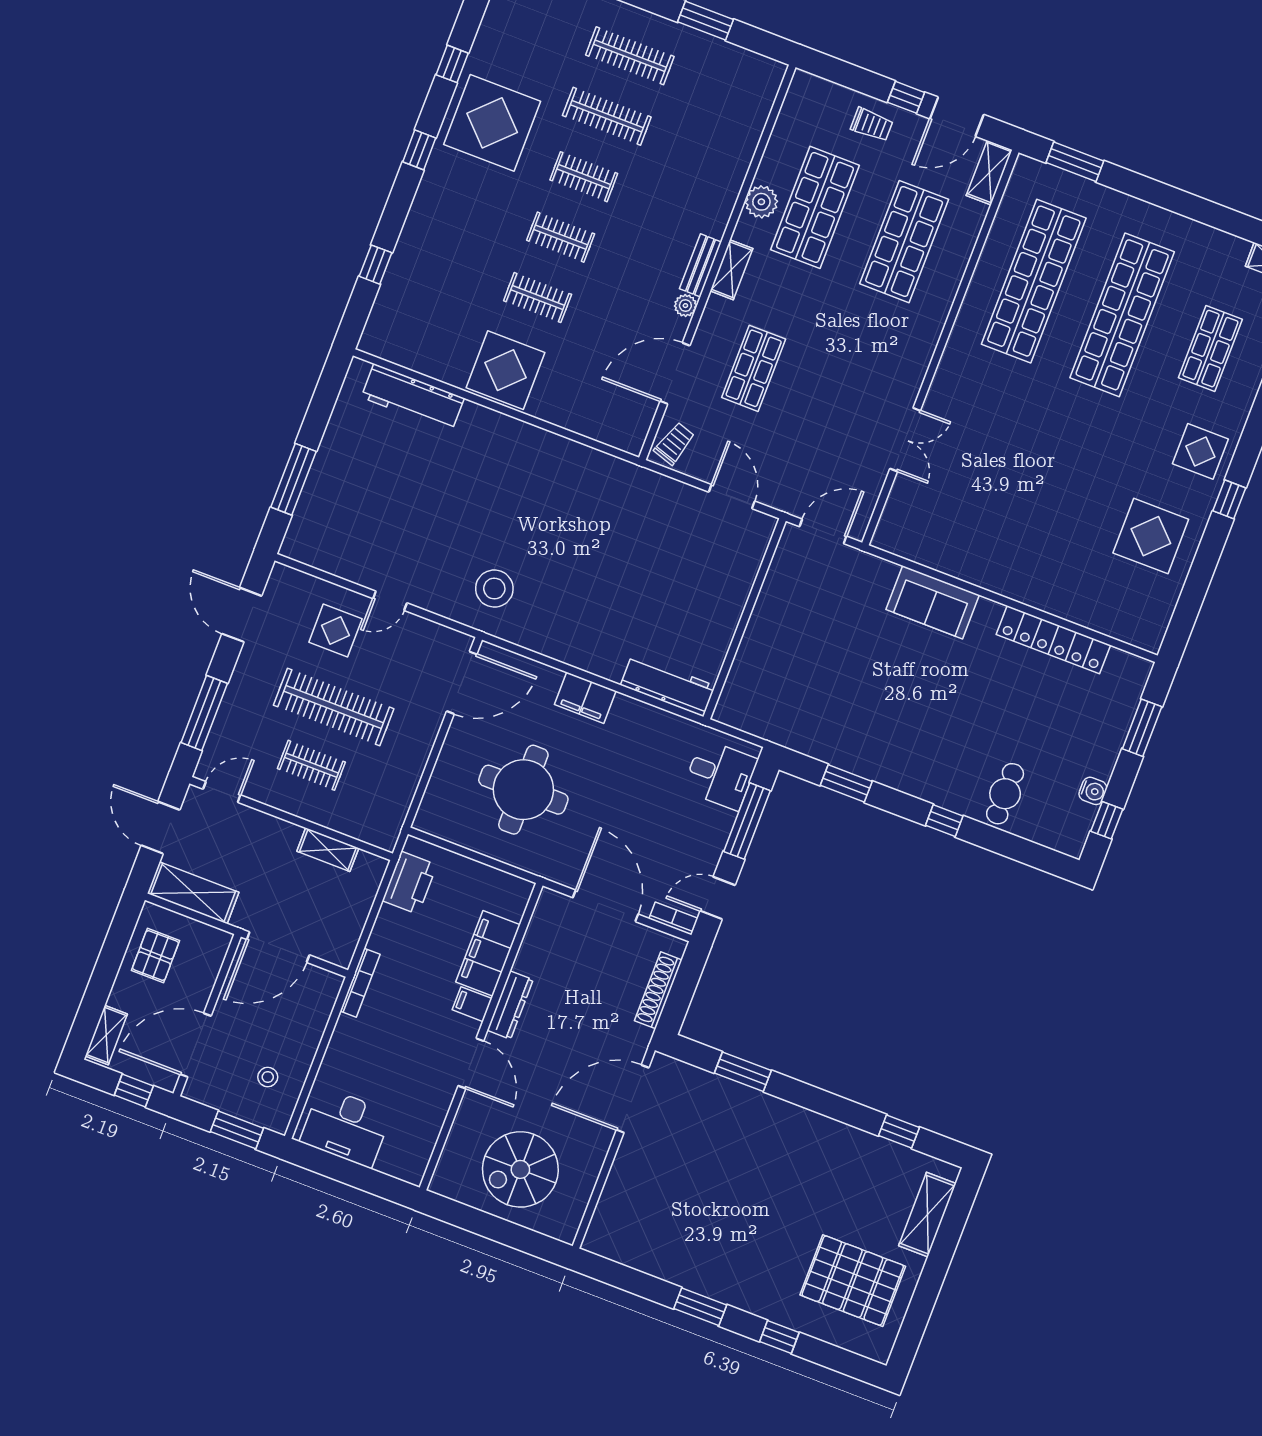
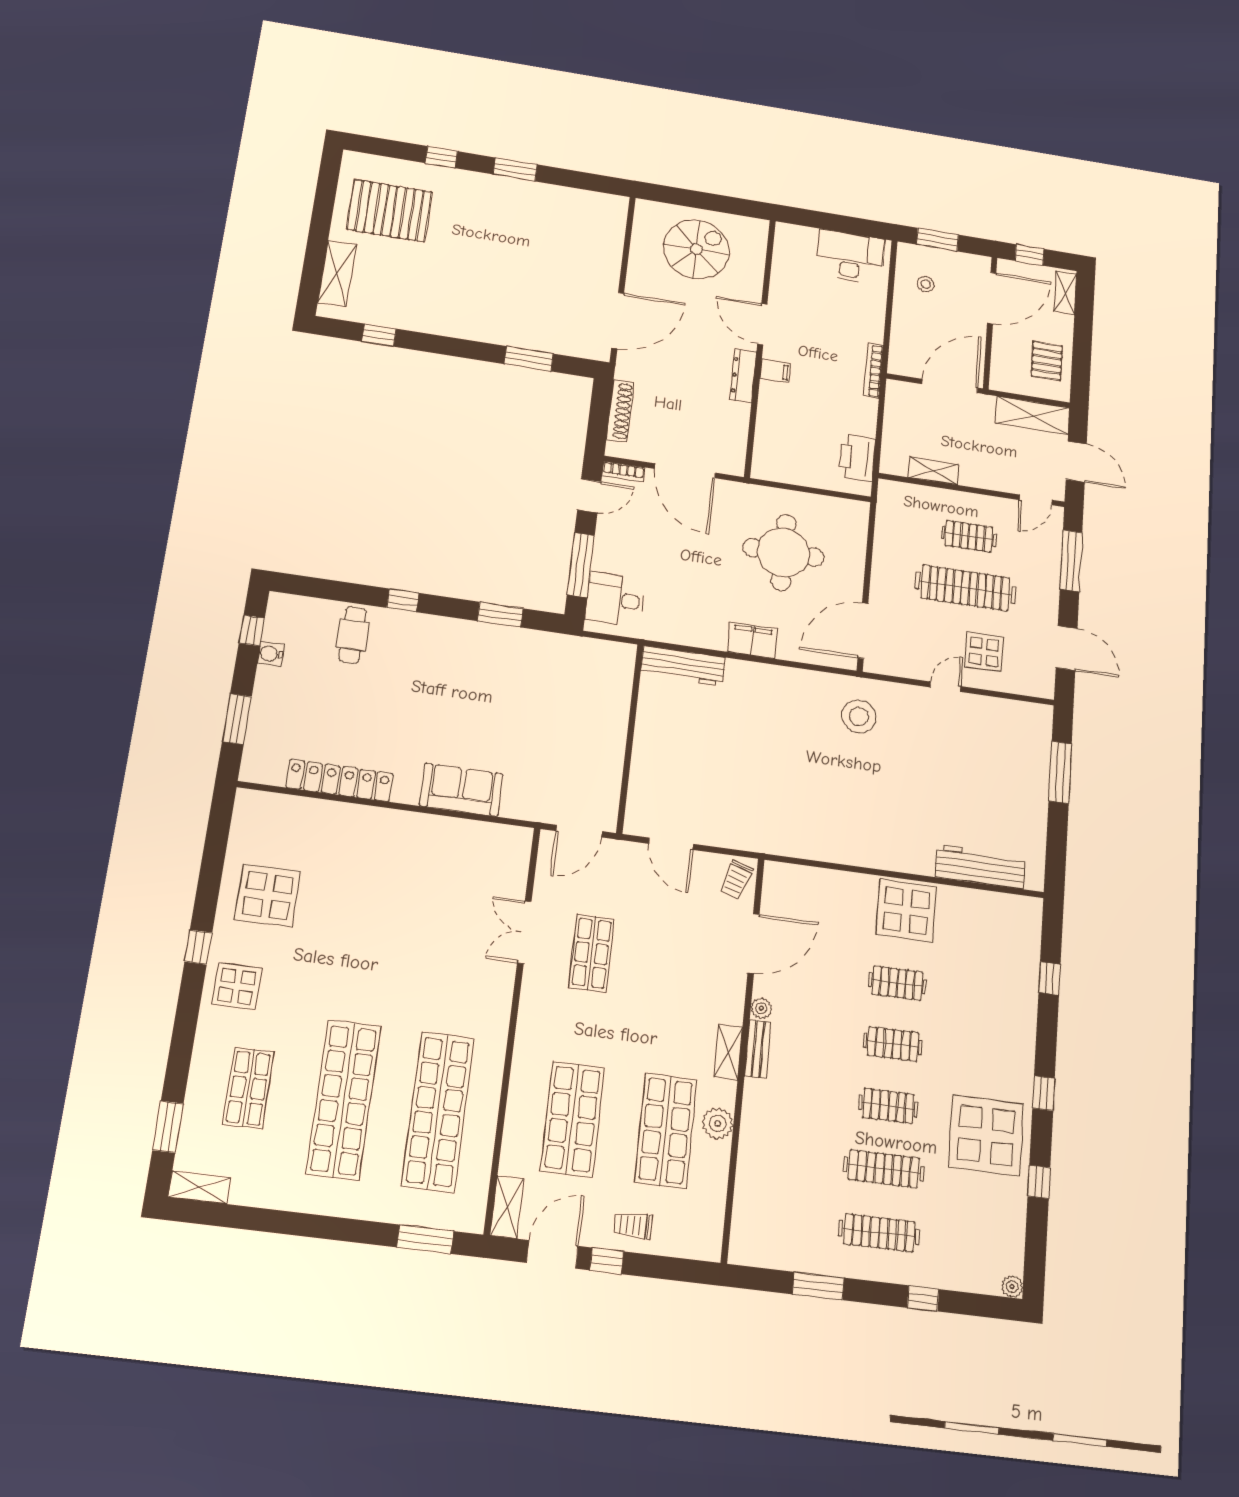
shop shelf: (754, 368) -> (592, 953), moved
filing cabinet: (488, 953) -> (774, 414), removed

